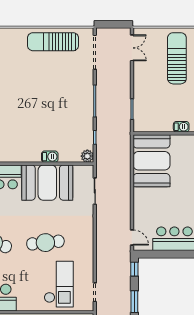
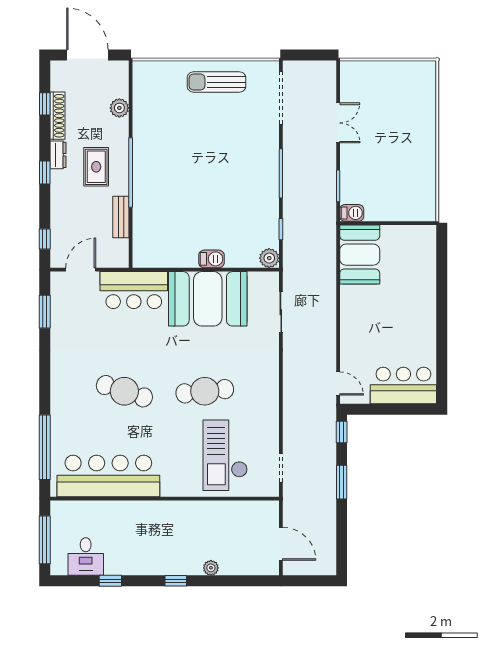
sun lounger: (53, 42) -> (216, 82), width x0.73, depth x0.75
double door: (132, 48) -> (338, 123), moved
sun lounger: (177, 58) -> (407, 107), removed
barbecue: (181, 127) -> (352, 213), moved
booth: (152, 161) -> (360, 255), width x0.73, depth x0.70
checkout: (59, 284) -> (225, 455), turned 180

